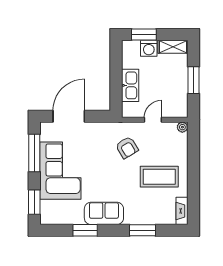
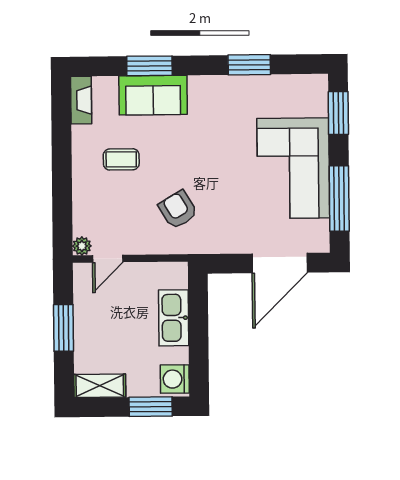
washing machine: (149, 48) -> (175, 379), moved, turned -90
door: (153, 120) -> (108, 259), moved
coffee table: (159, 177) -> (121, 159), width x0.54, depth x0.58
sofa: (104, 213) -> (153, 95), moved

